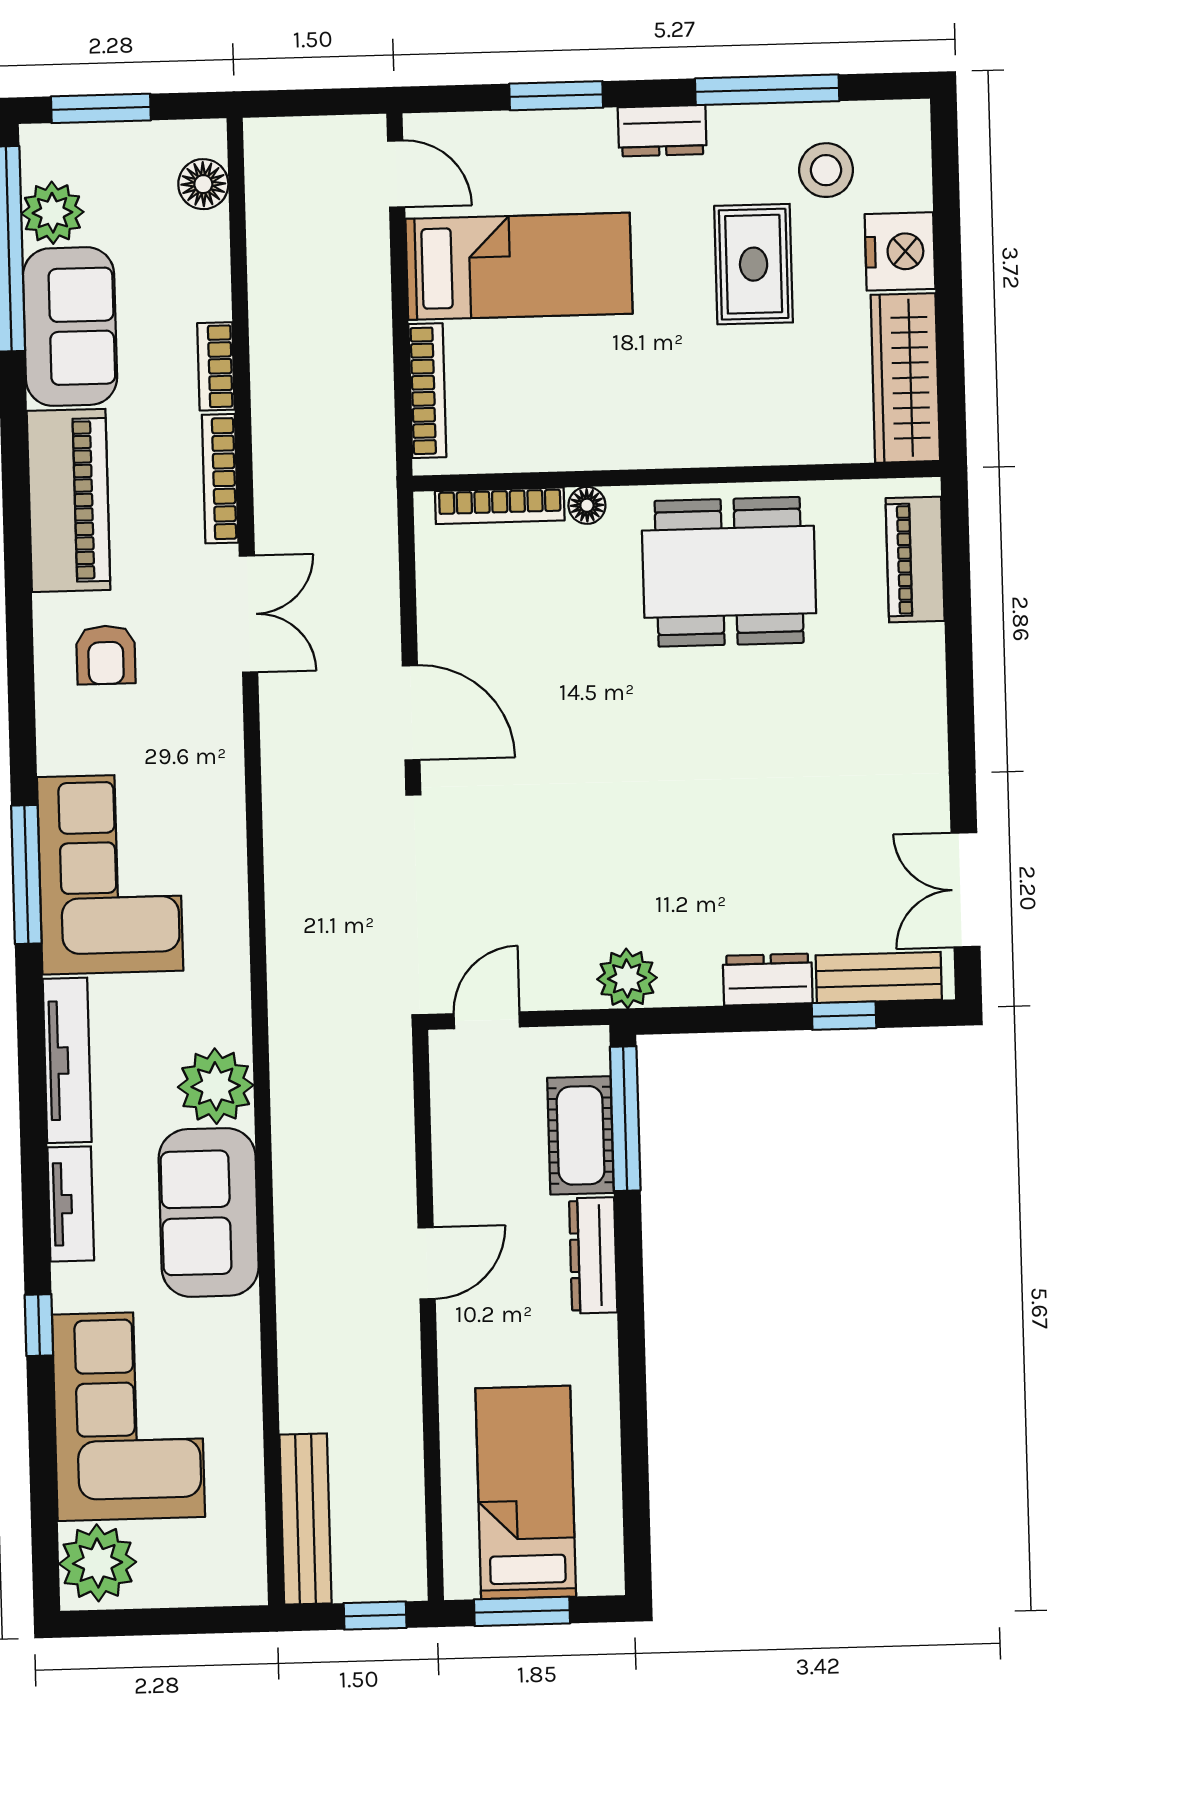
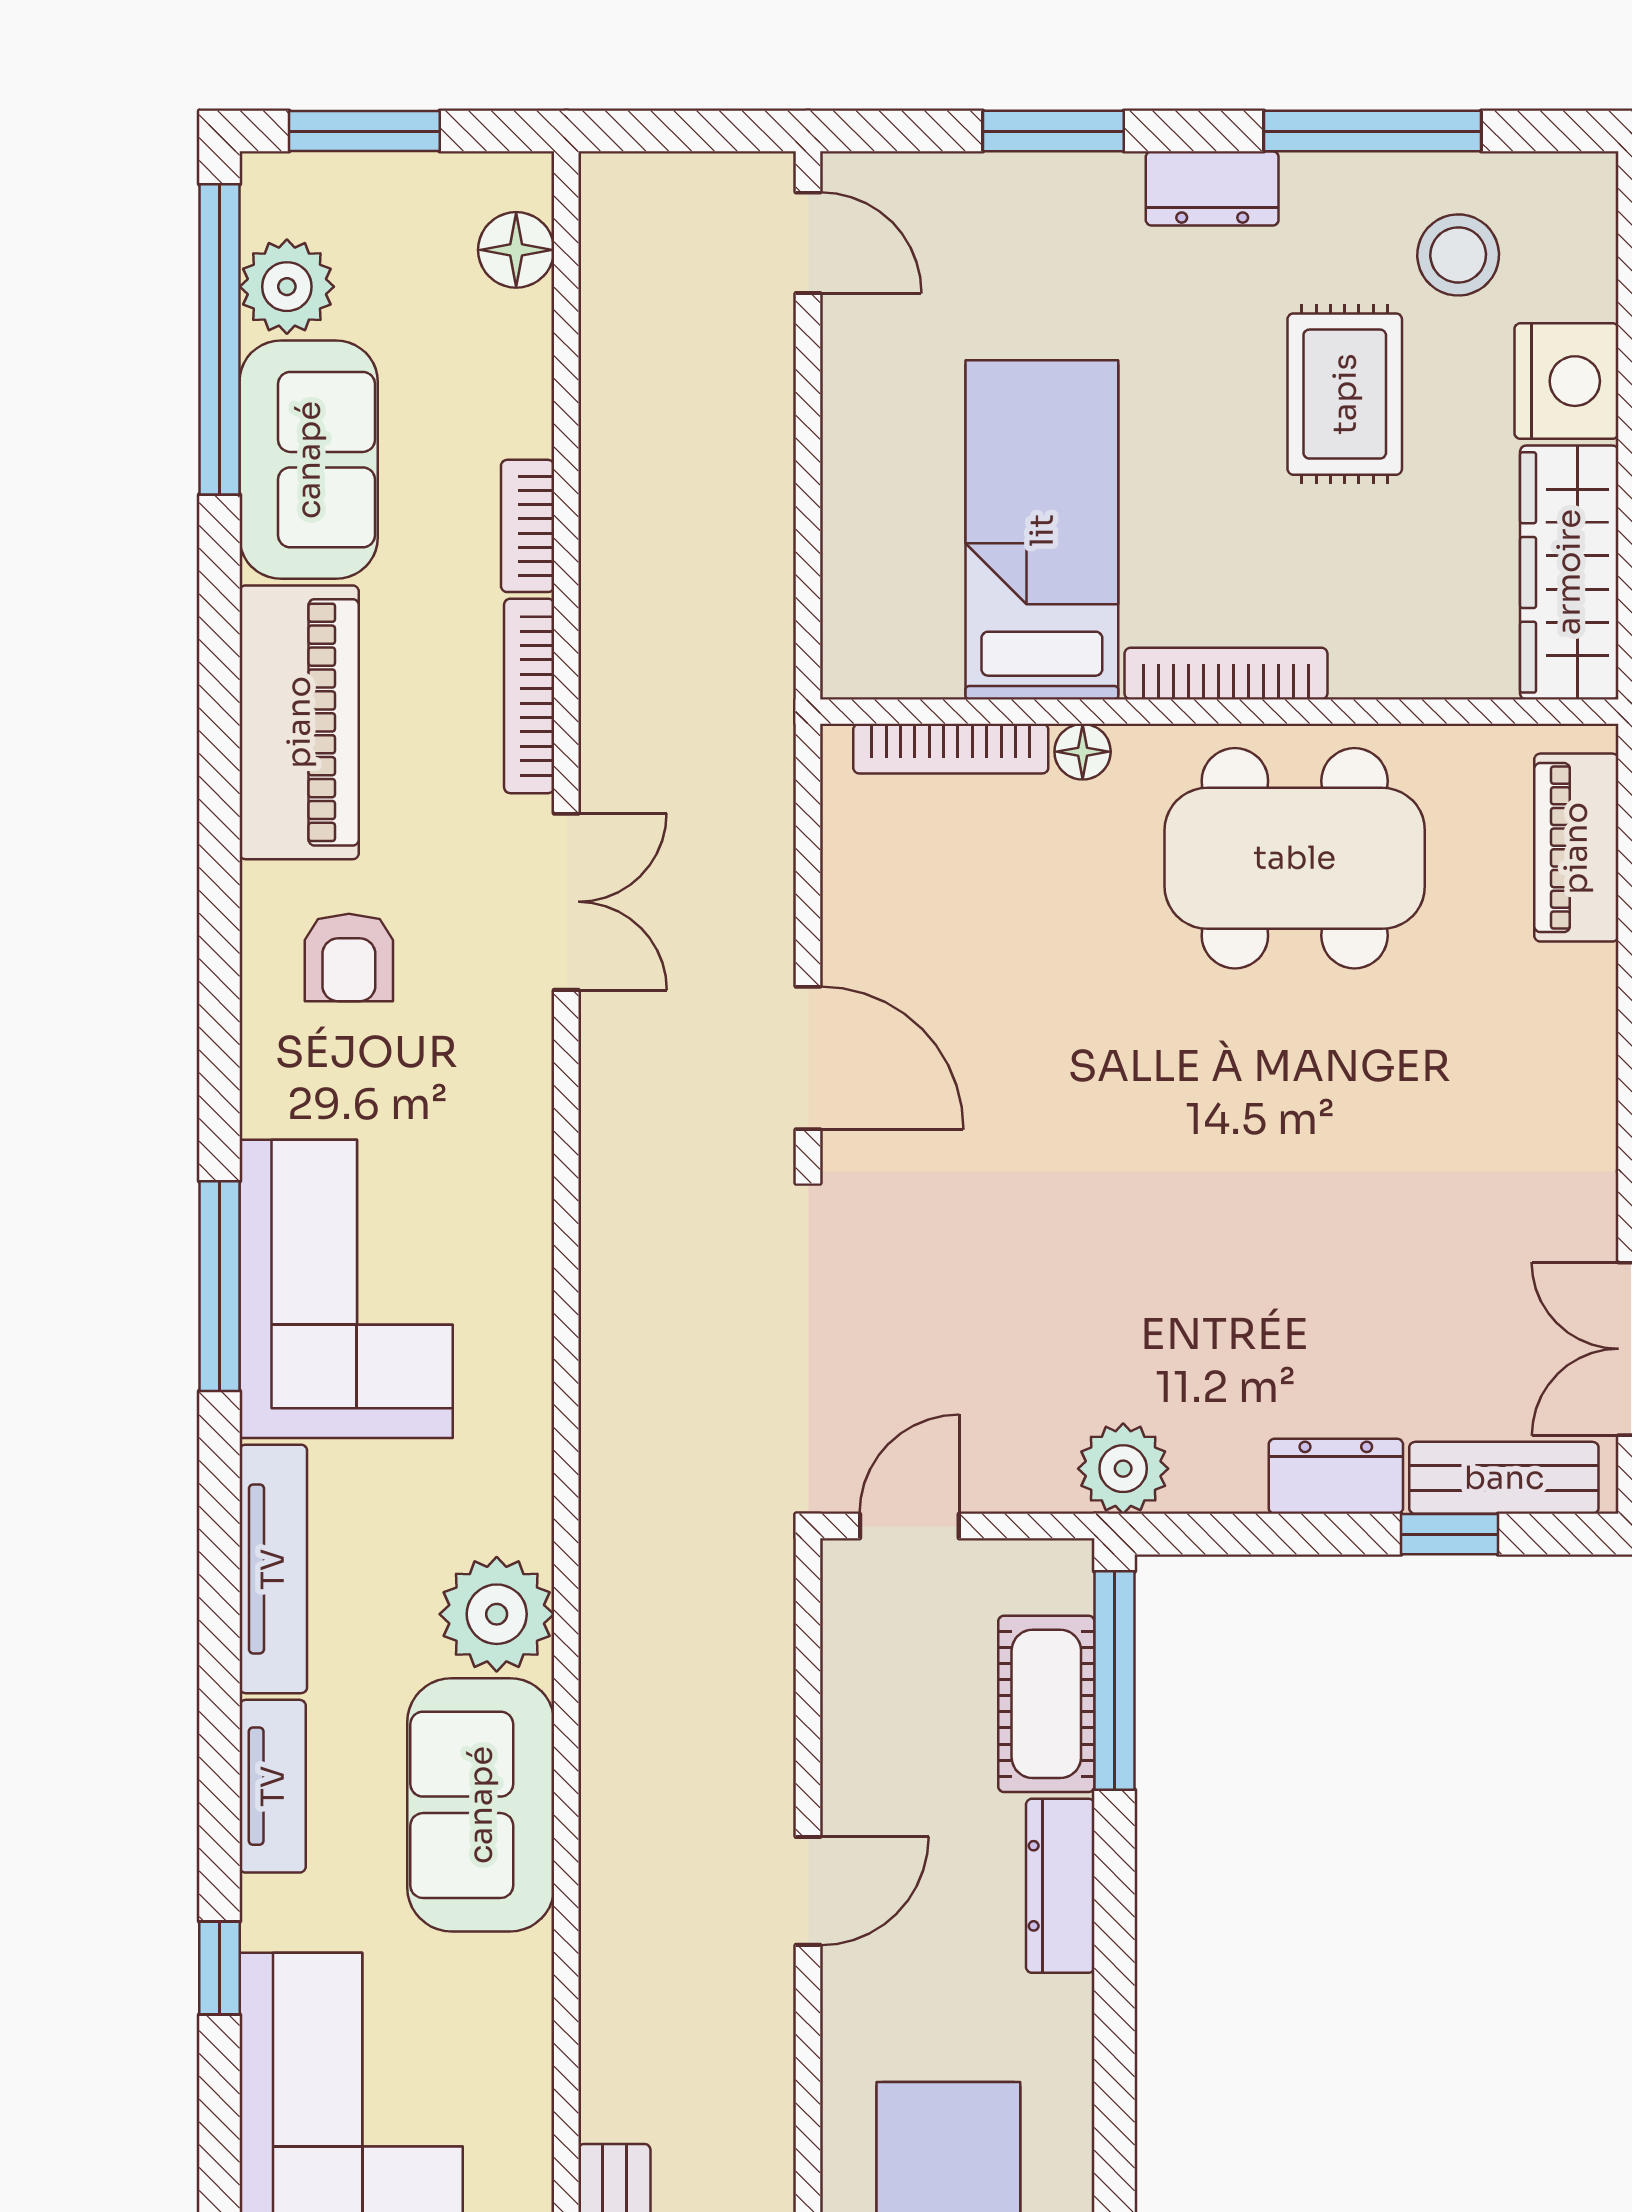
bed: (519, 266) -> (1042, 530), moved, turned -90
bookcase: (427, 391) -> (1226, 674), moved, turned -90

